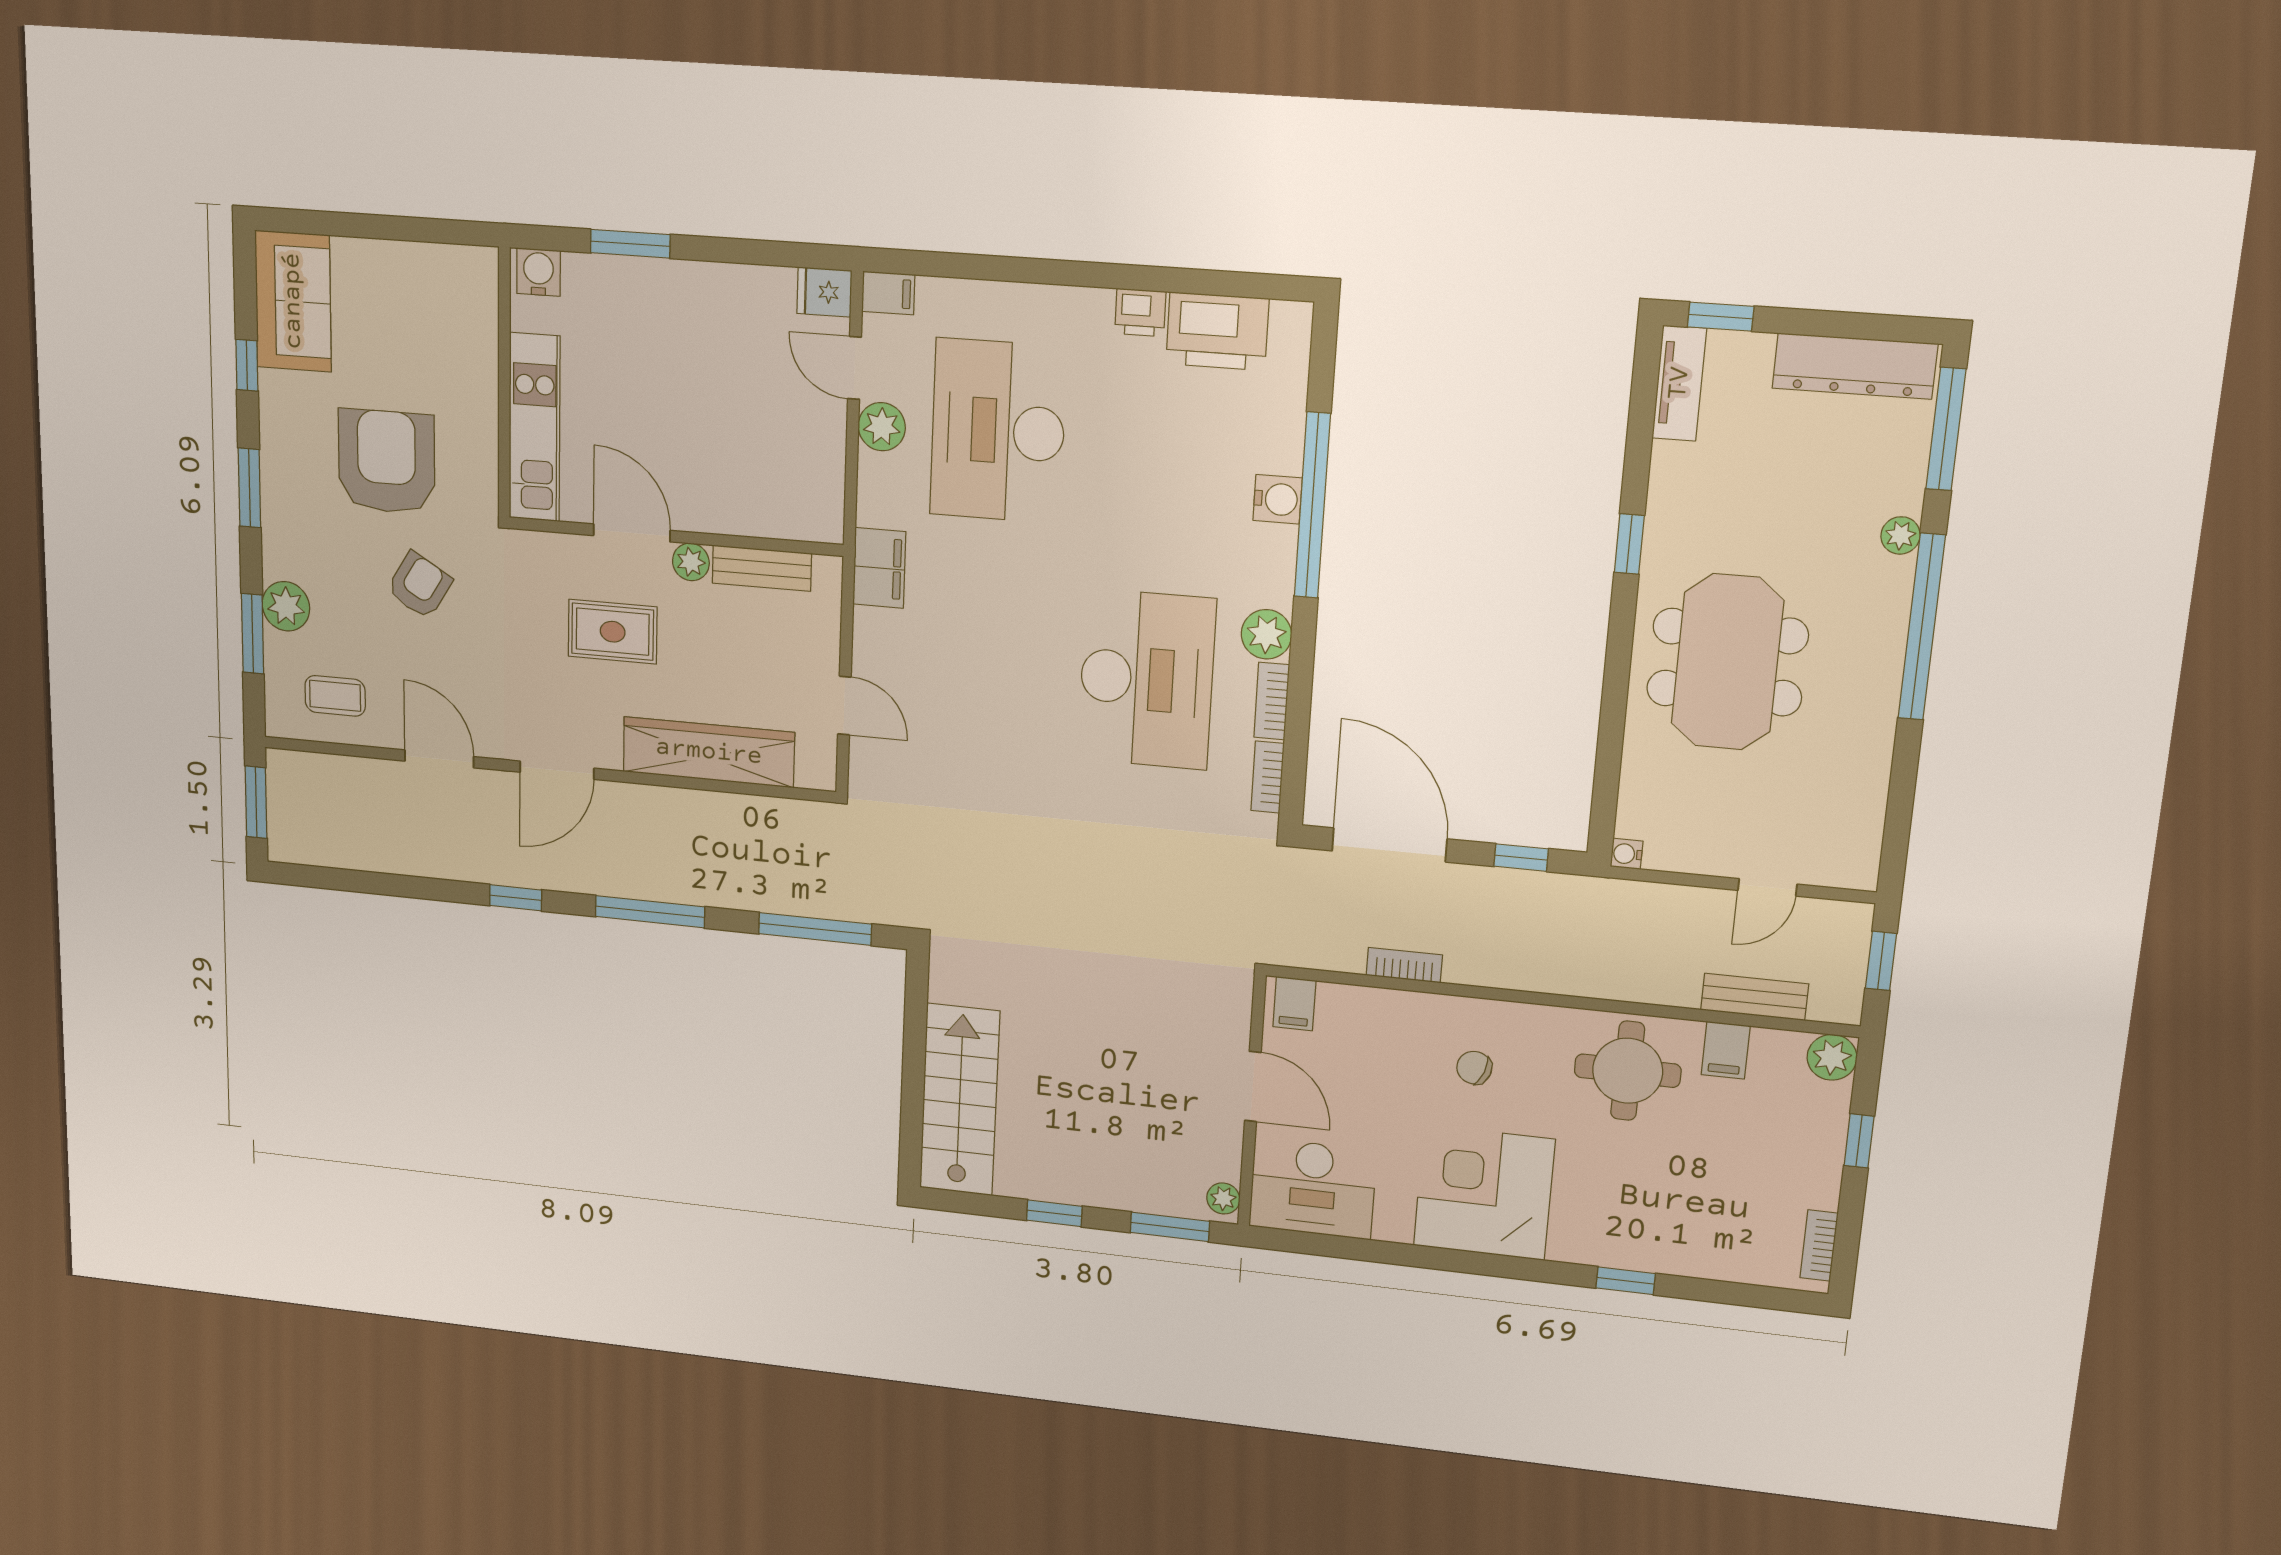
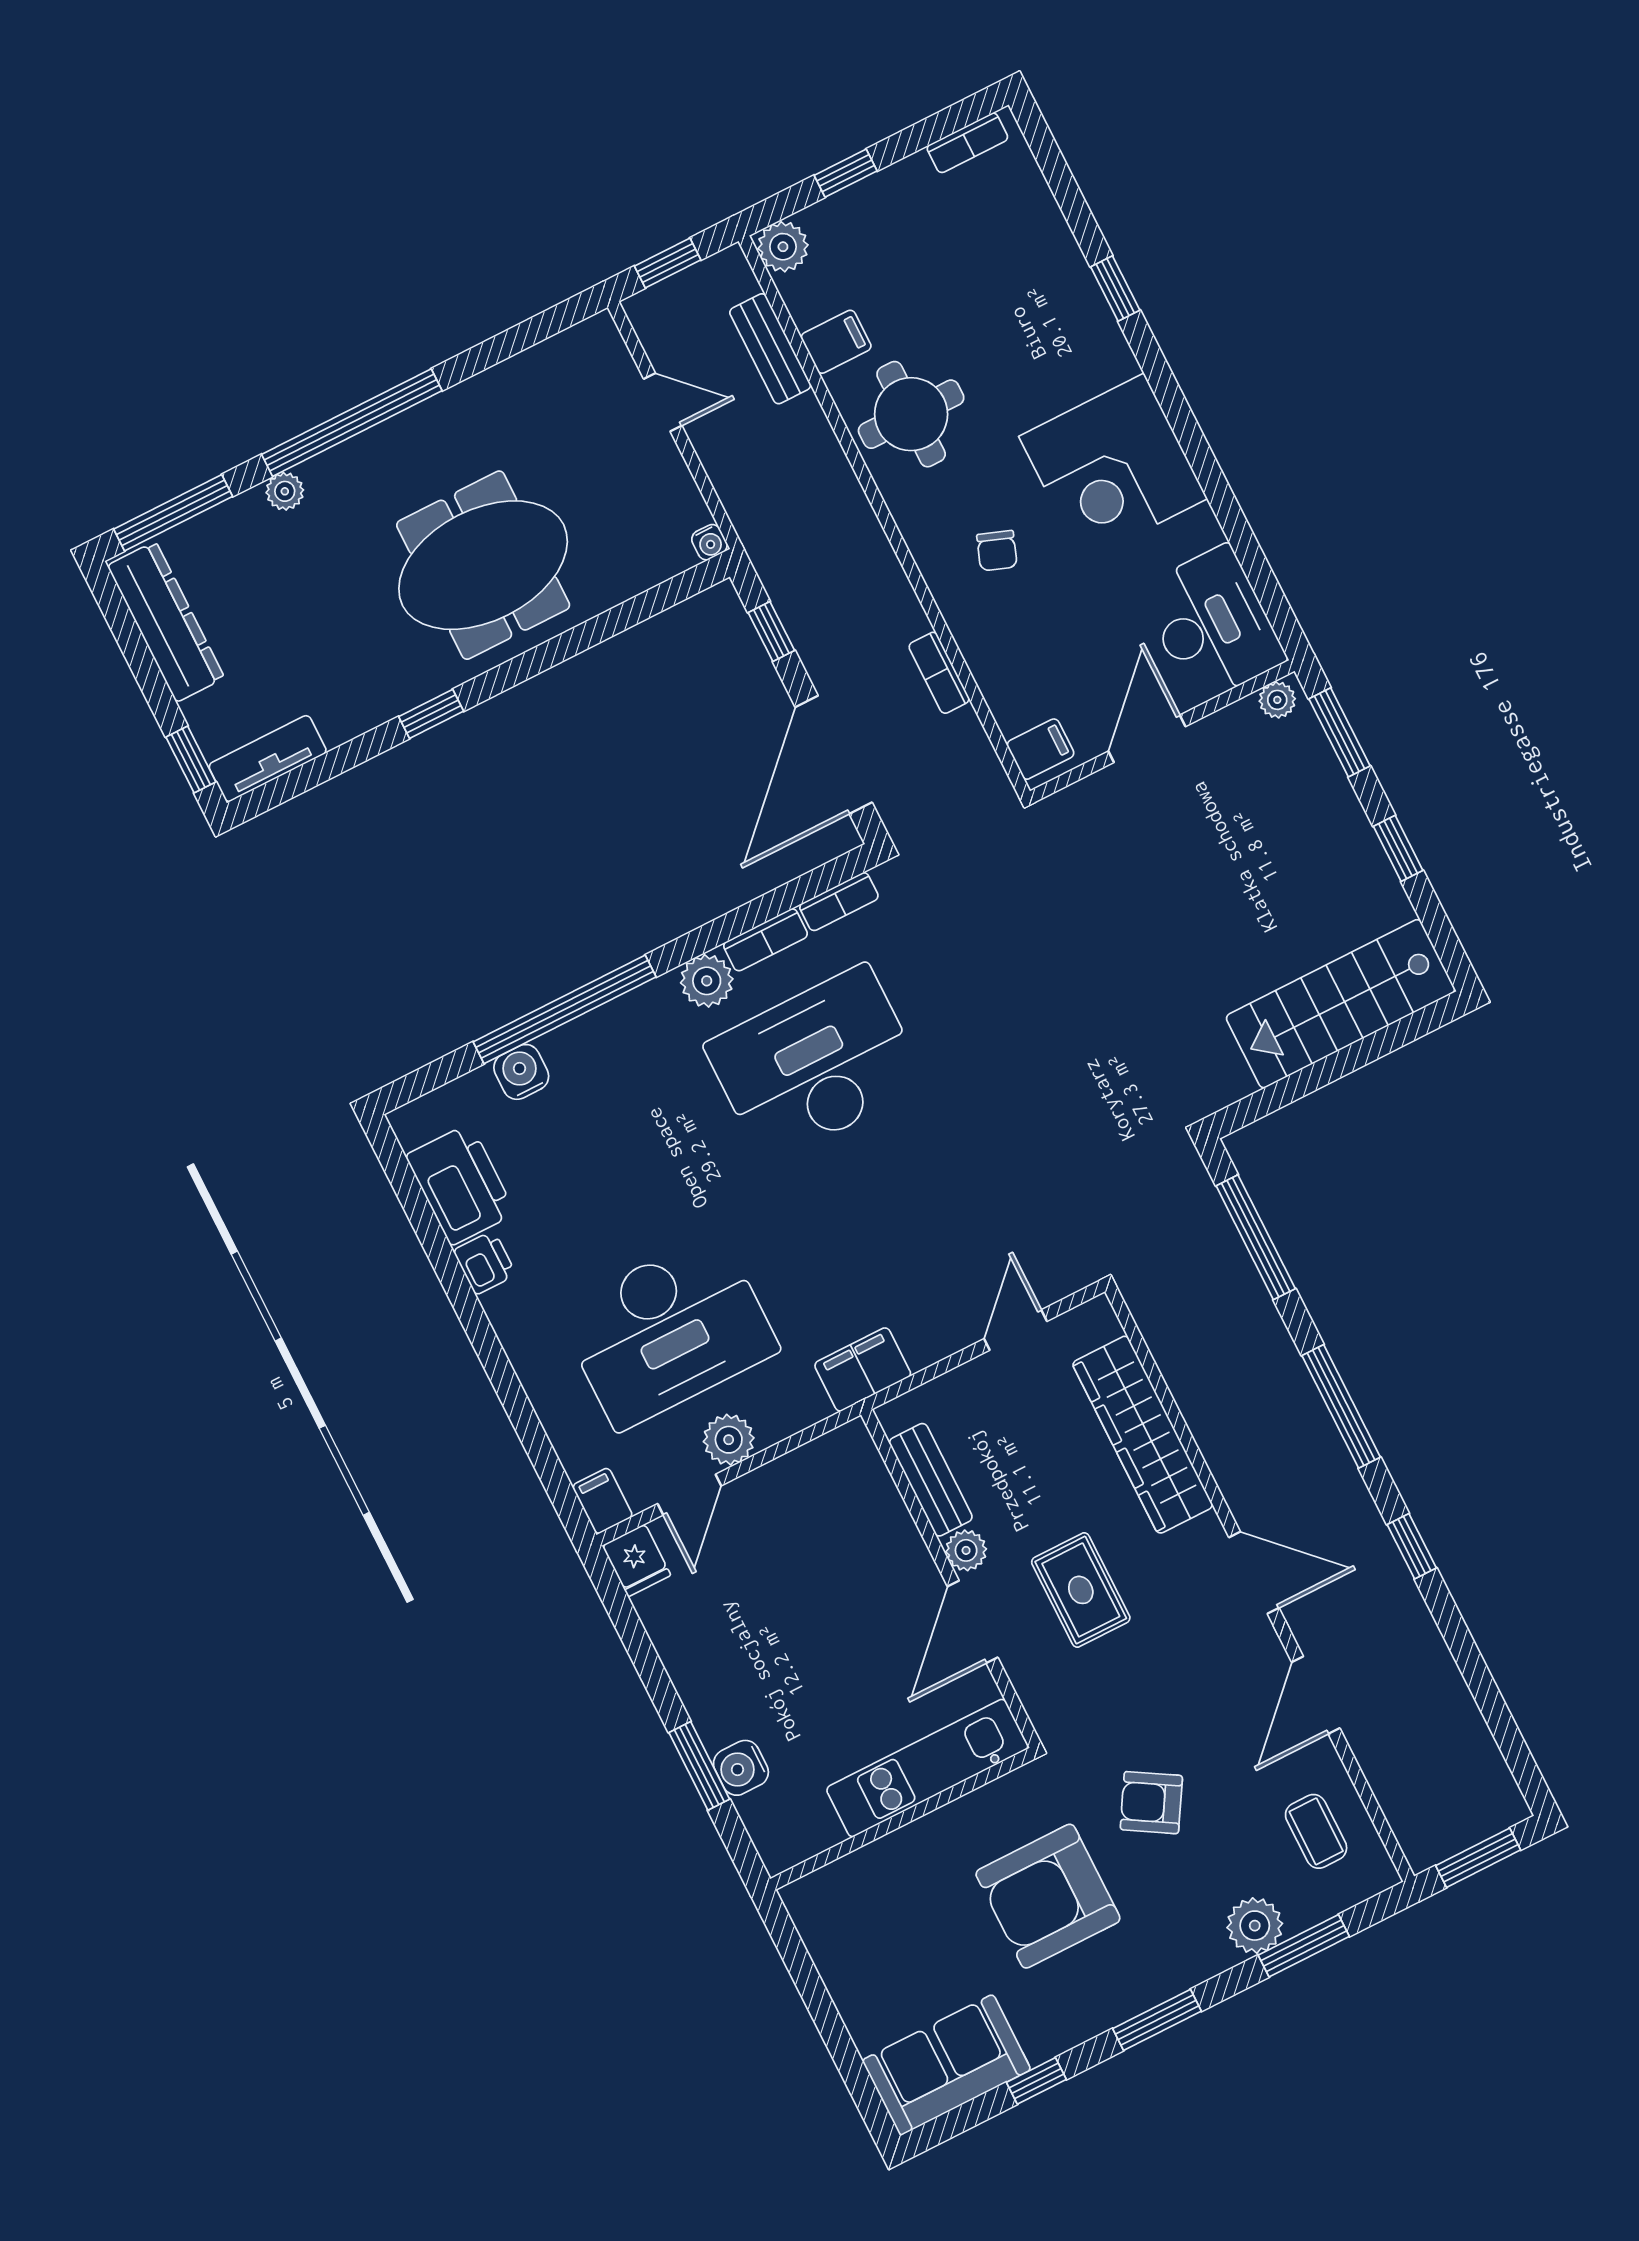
water cooler: (538, 272) -> (741, 1768), moved
water cooler: (1278, 499) -> (521, 1072), moved

